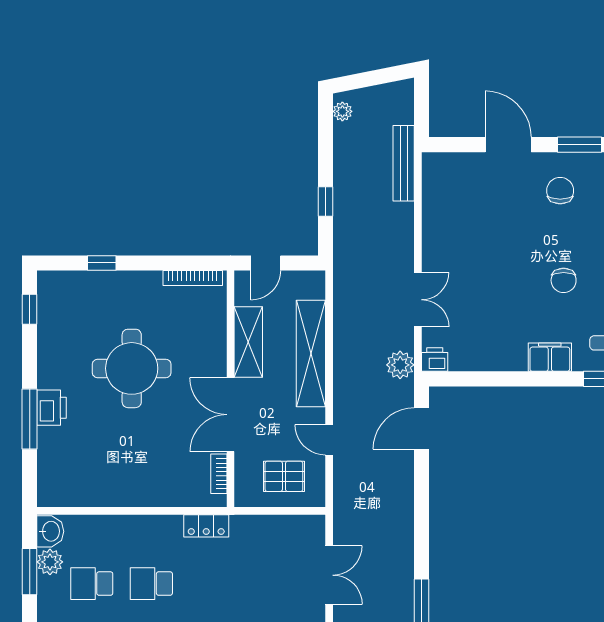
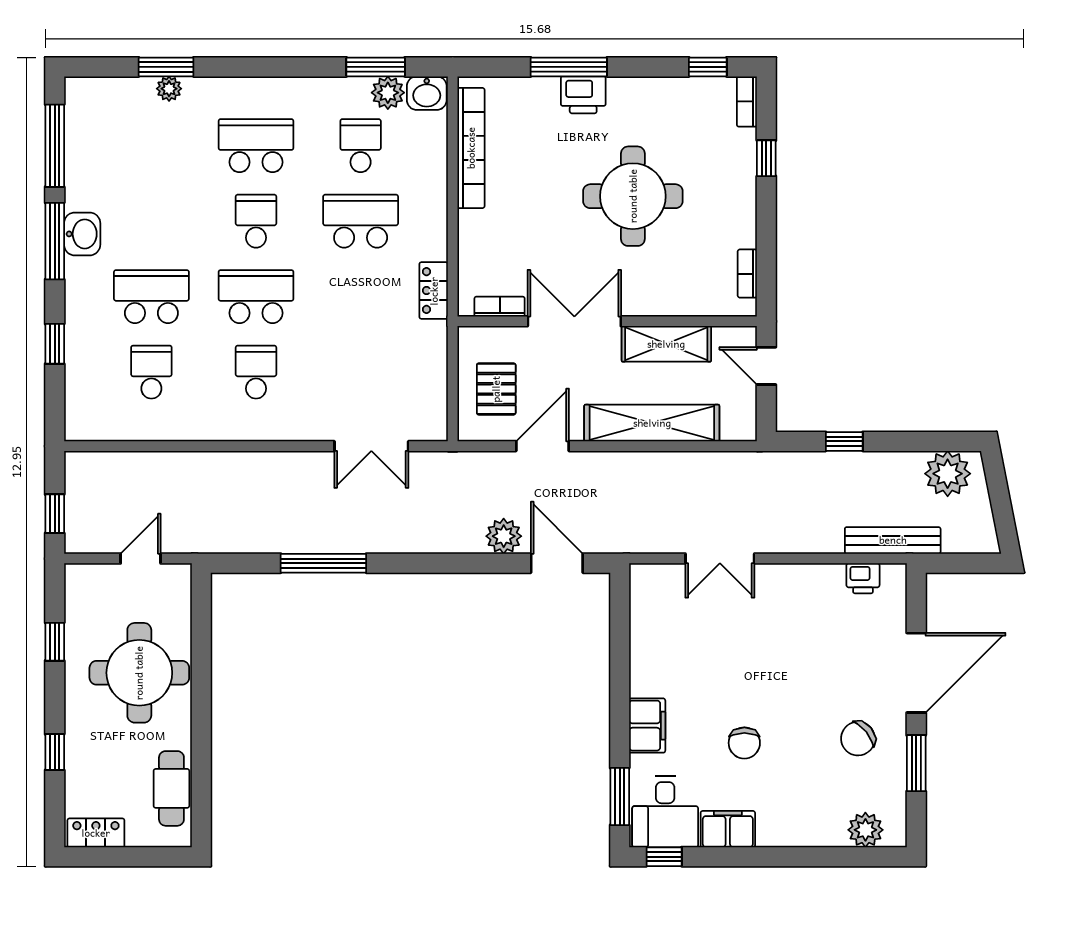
plant: (342, 111) -> (948, 474), width x1.88, depth x1.88
door: (508, 145) -> (916, 673), width x1.36
chair: (560, 191) -> (858, 739), turned 141
bookcase: (57, 278) -> (747, 101), added
bookcase: (193, 278) -> (747, 274), width x0.64
chair: (564, 280) -> (744, 743), turned -90
printer: (435, 360) -> (863, 578), moved, turned 90
plant: (400, 365) -> (504, 536), moved
door: (329, 440) -> (543, 446), width x1.38
bookcase: (94, 496) -> (471, 148), added
school desk: (151, 584) -> (361, 221), width x1.85

